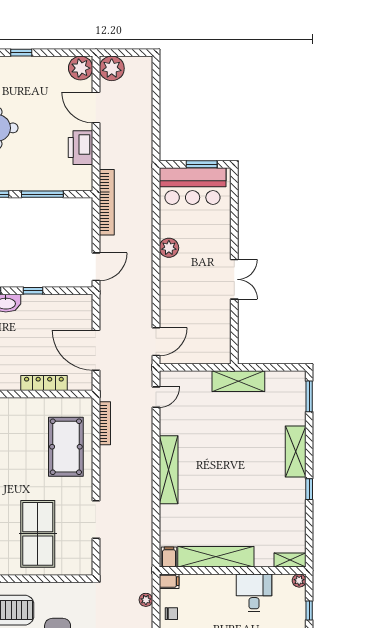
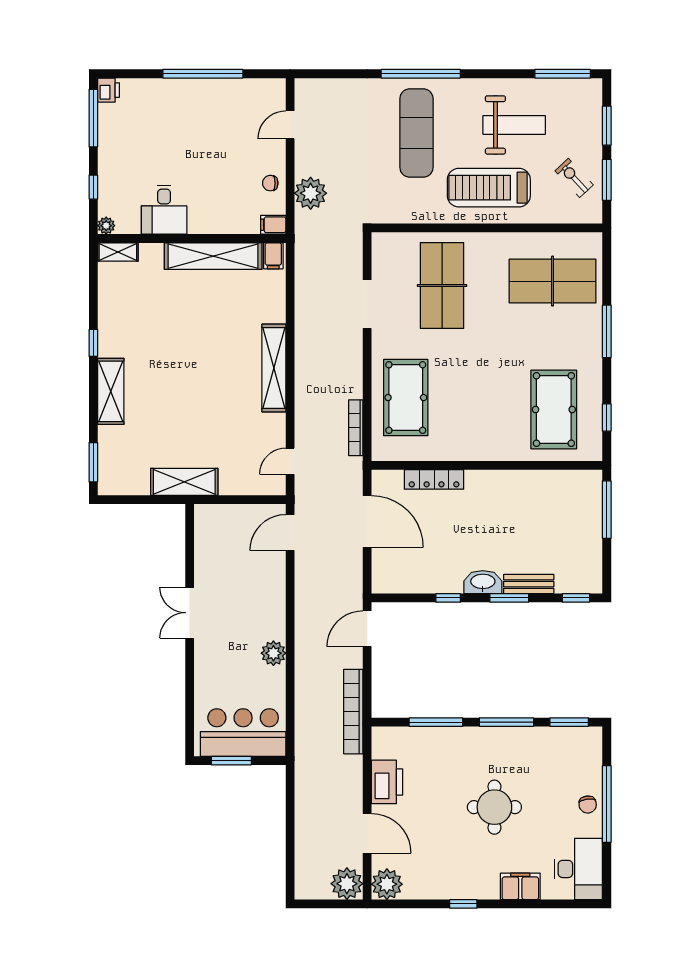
plant: (146, 600) -> (311, 193), width x1.87, depth x1.87

